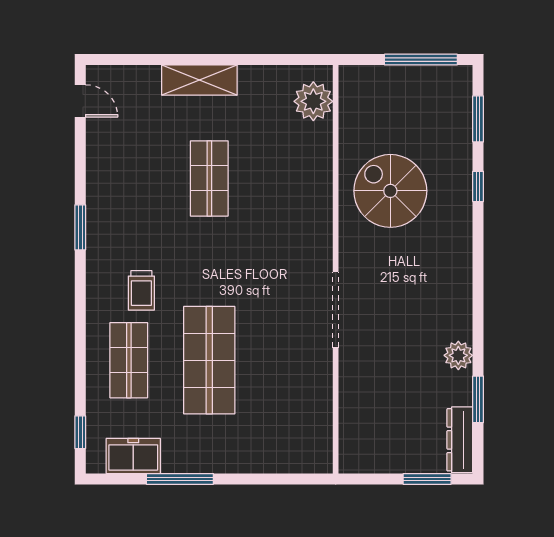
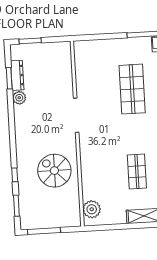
spiral stairs: (390, 191) -> (54, 171), turned 180
dresser: (460, 440) -> (17, 75), moved

